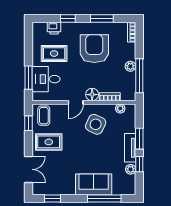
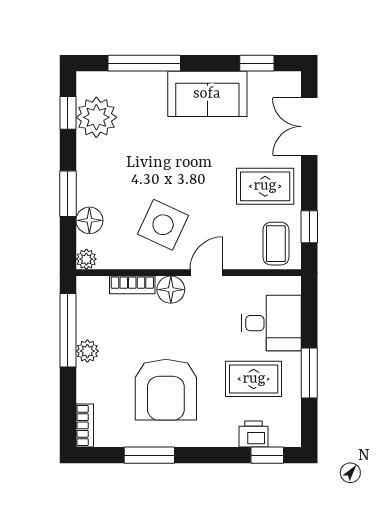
window: (68, 18) -> (267, 455), moved
window: (29, 78) -> (309, 373), moved
plant: (120, 108) -> (86, 259), moved
floor lamp: (129, 126) -> (89, 220), added
tv unit: (130, 148) -> (88, 174), removed
window: (139, 164) -> (68, 113), moved
plant: (131, 169) -> (96, 117), width x1.87, depth x1.87
sofa: (94, 184) -> (207, 94), moved

